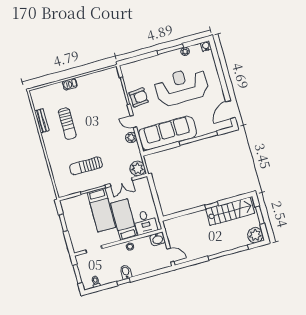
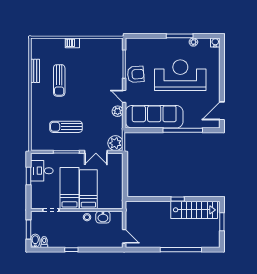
bed: (101, 210) -> (69, 188), moved, turned 180
desk: (145, 222) -> (42, 171), moved, turned 90
plant: (255, 235) -> (212, 240), removed
washbasin: (158, 239) -> (103, 217), moved
bidet: (126, 272) -> (35, 241), moved

